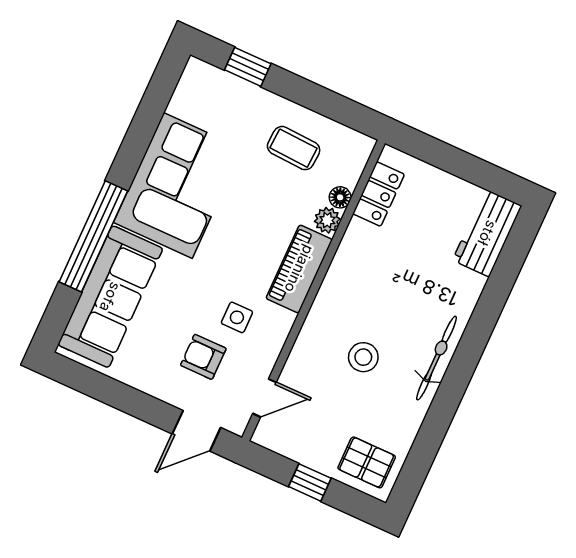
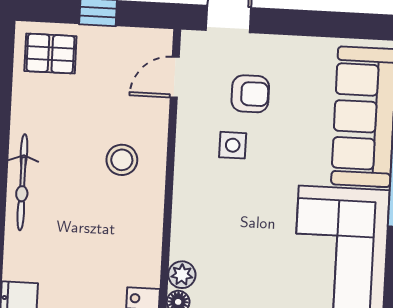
piano: (299, 269) -> (190, 216), removed
stool: (363, 357) -> (122, 160), moved

